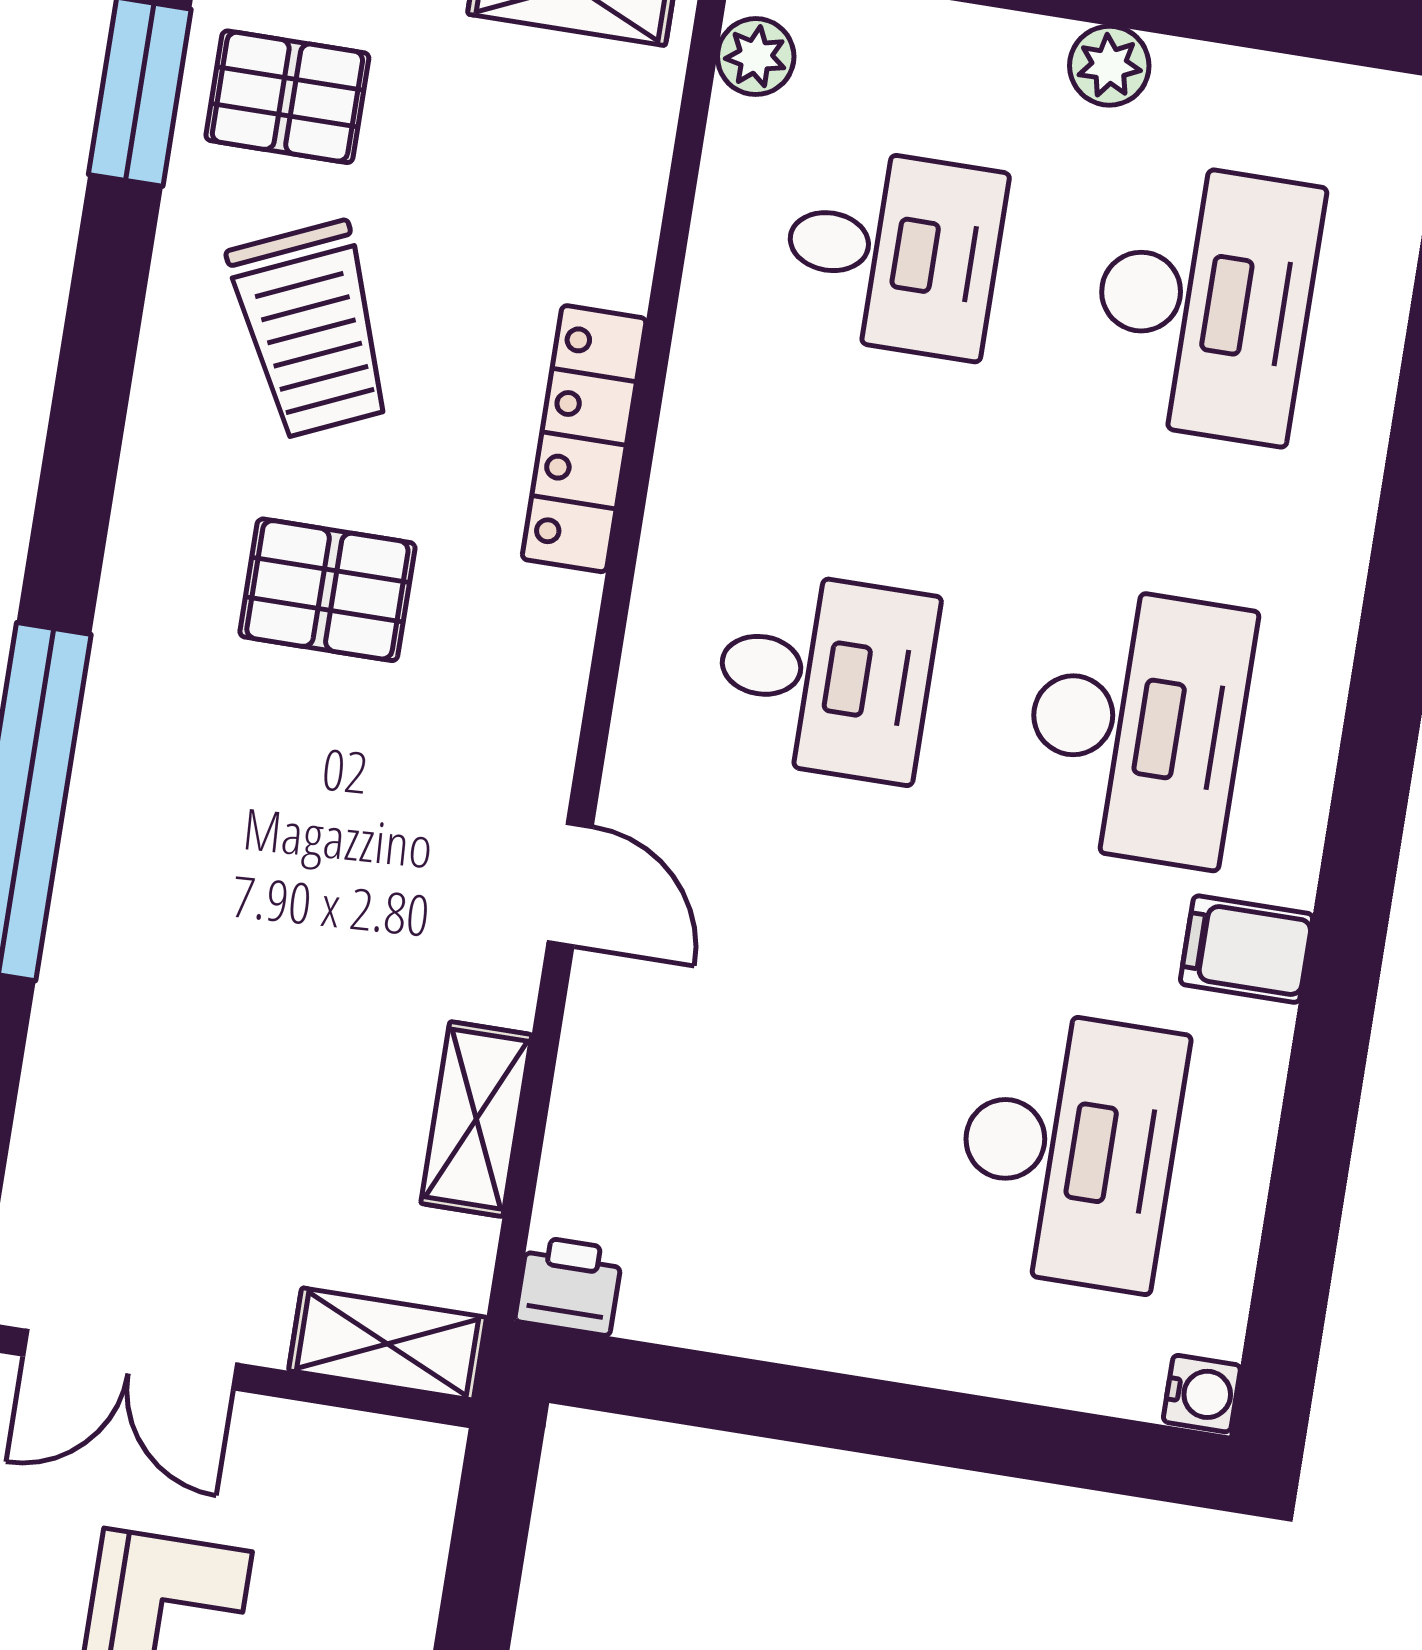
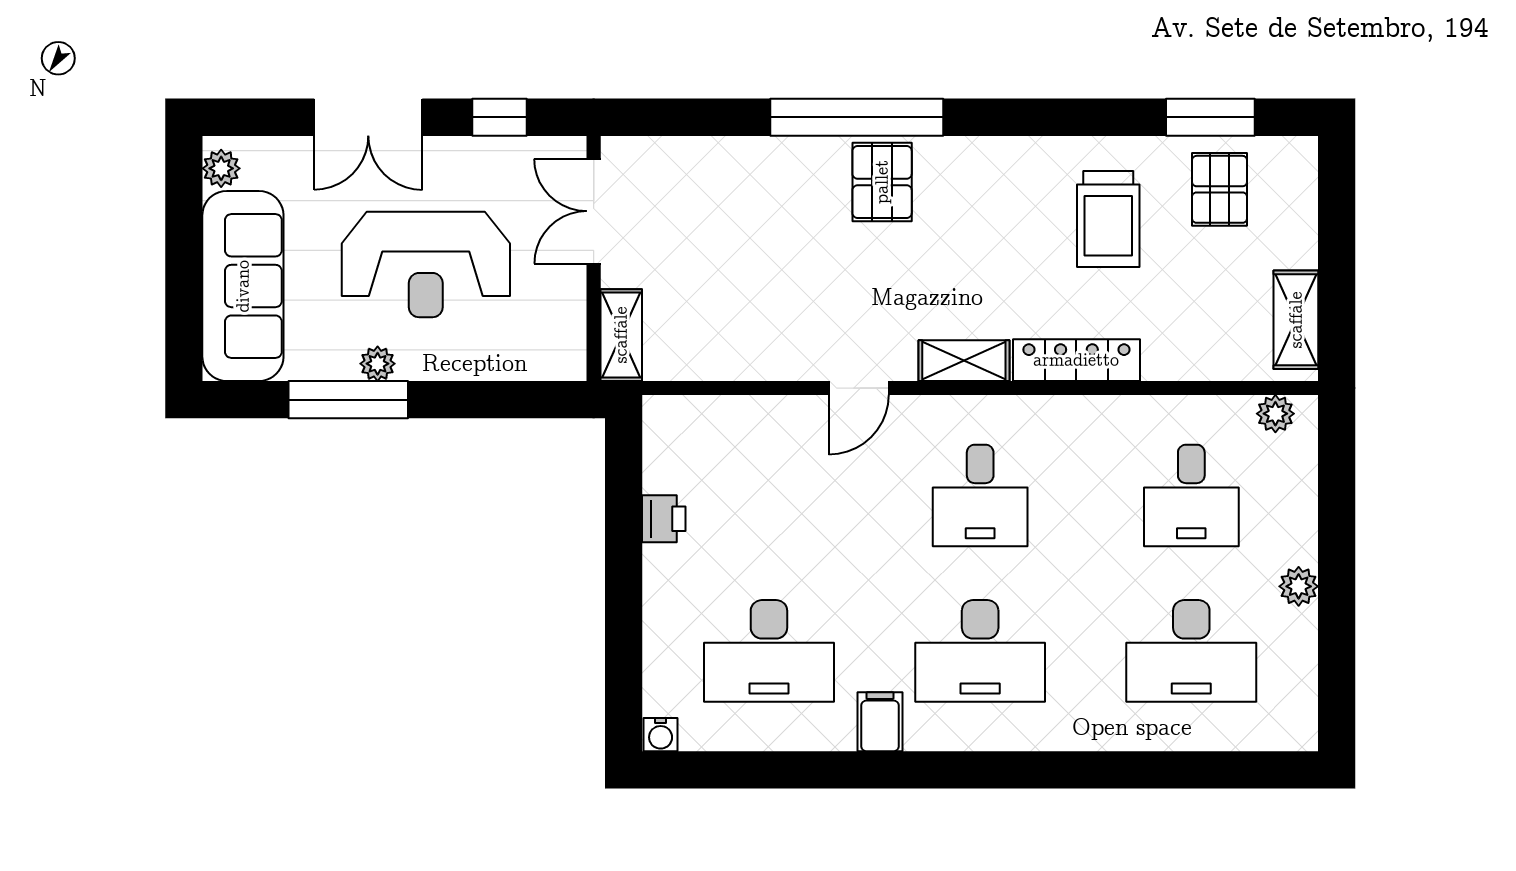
trolley: (311, 330) -> (1108, 219), turned -66
pallet: (327, 590) -> (882, 182), moved
shelving: (476, 1119) -> (964, 361), moved
printer: (569, 1286) -> (664, 519), moved

